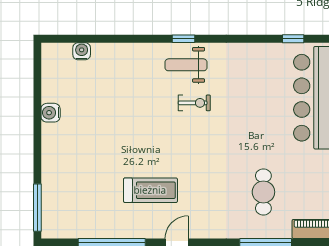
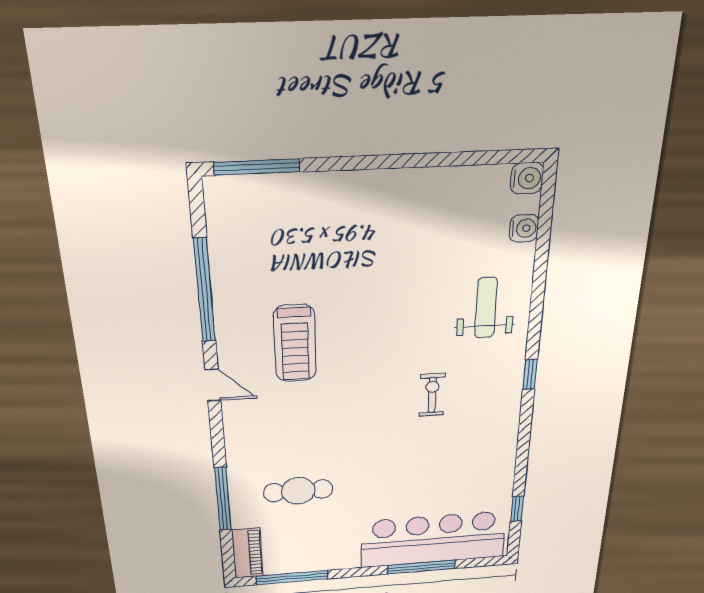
weight bench: (186, 65) -> (486, 308), moved
exercise bike: (194, 103) -> (432, 395), turned 180
water cooler: (51, 113) -> (527, 178), moved, turned 90

